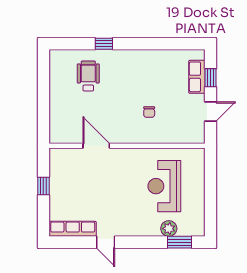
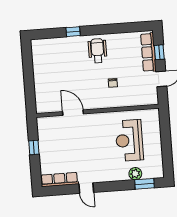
wheelchair: (88, 76) -> (97, 51), moved
row of seats: (197, 77) -> (148, 52), width x1.48

